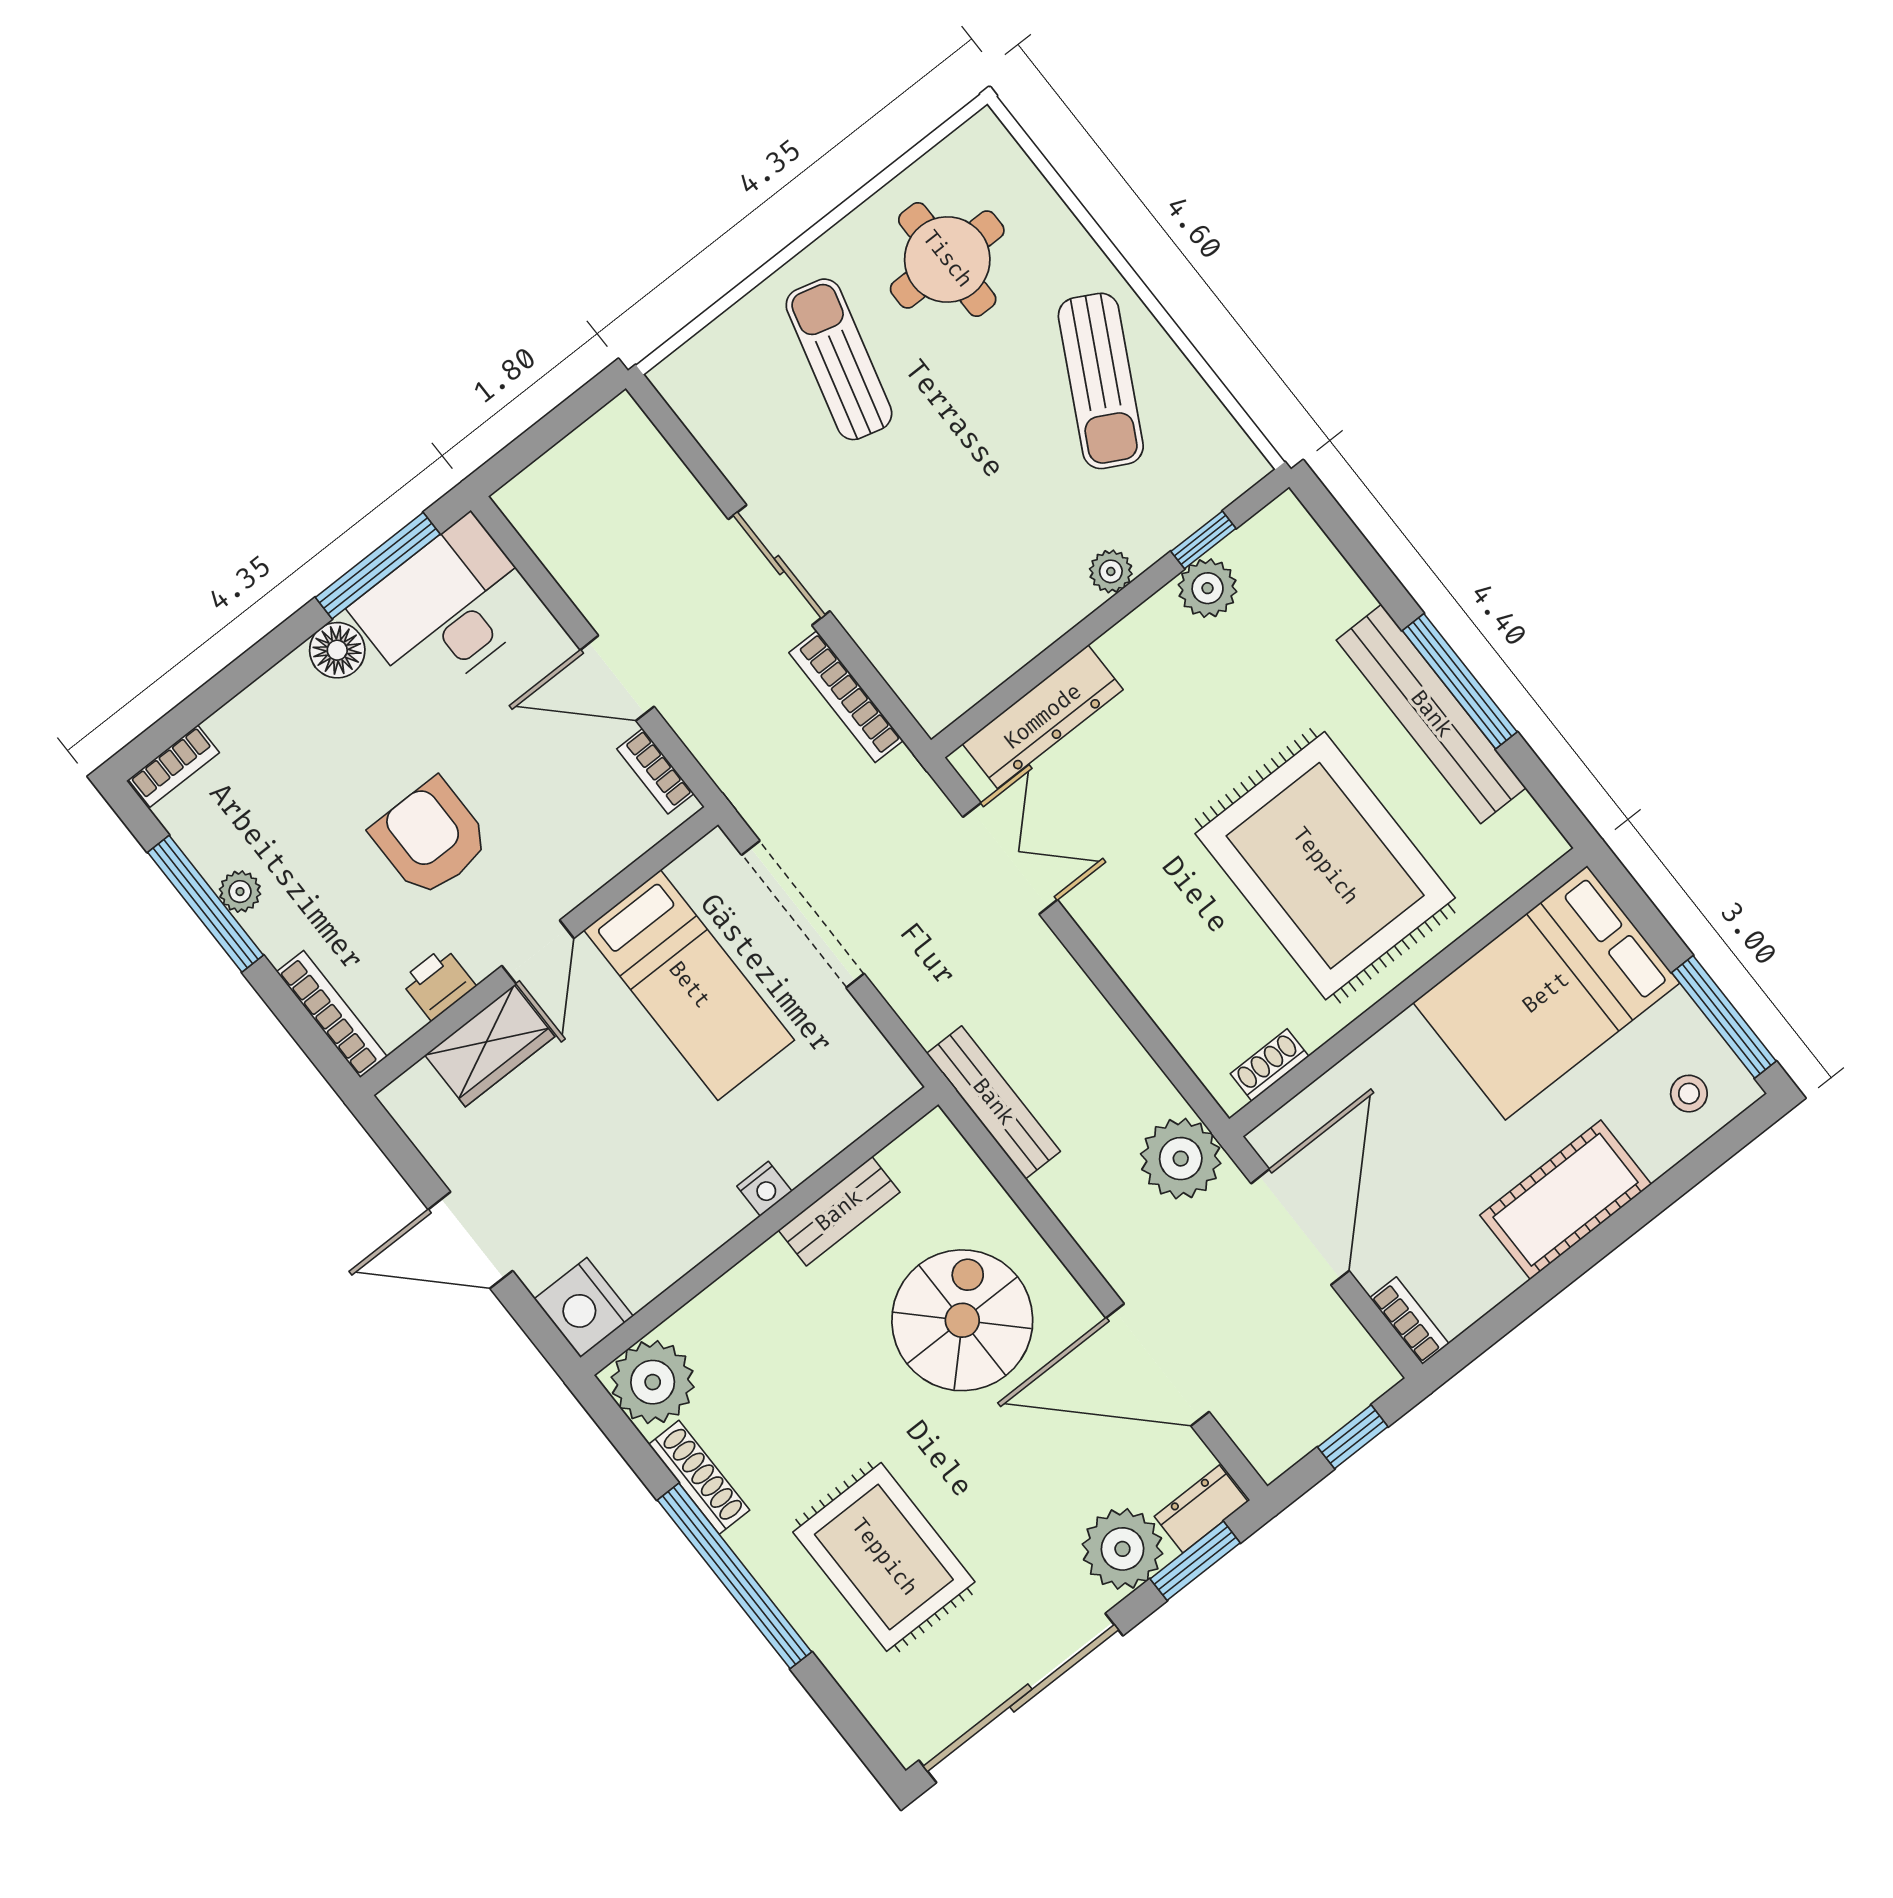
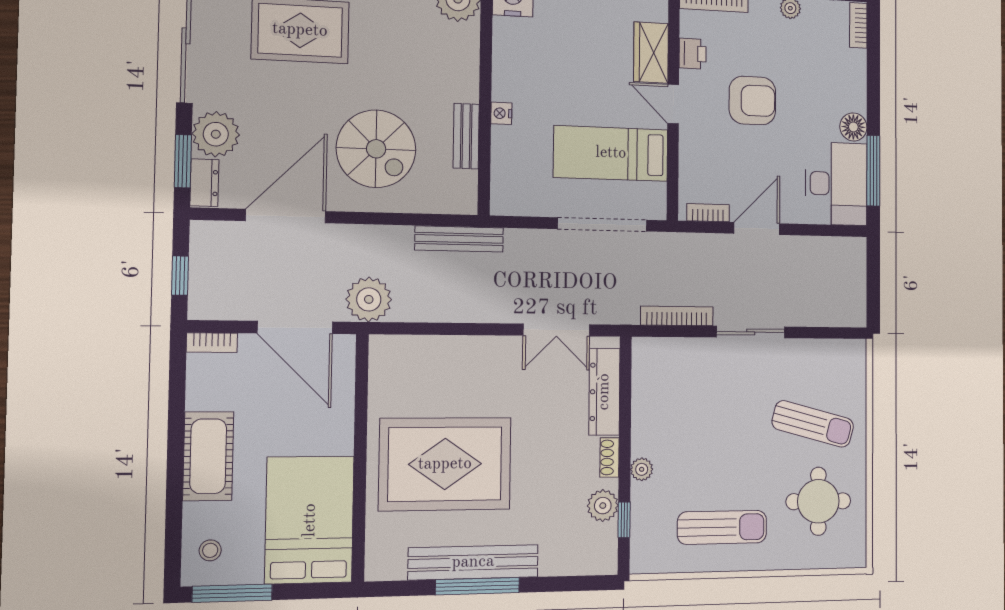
sun lounger: (1101, 381) -> (722, 527), turned 152
shoe rack: (1270, 1065) -> (610, 457), moved, turned 180

